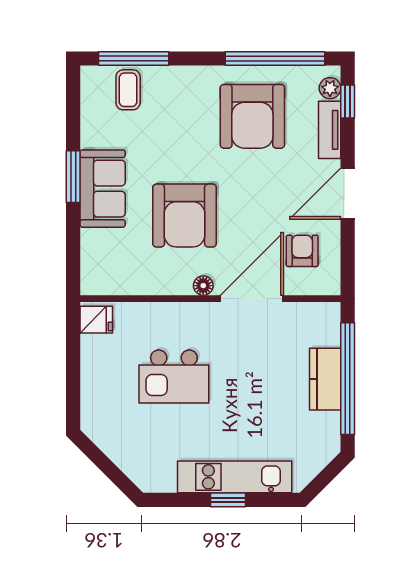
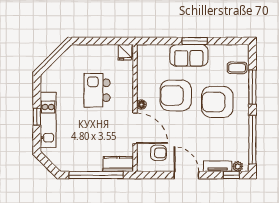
window: (134, 58) -> (252, 87), moved
armchair: (252, 116) -> (217, 102), moved
kitchen counter: (325, 379) -> (118, 164), moved

